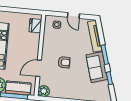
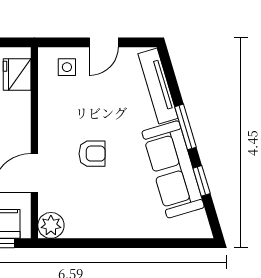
door: (73, 16) -> (104, 42), hinge flipped
sofa: (97, 67) -> (173, 169), width x1.36

